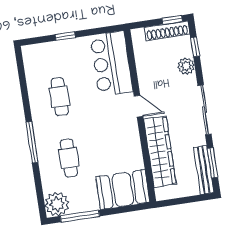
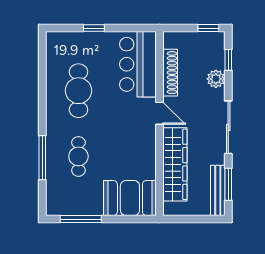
shoe rack: (167, 31) -> (170, 73), moved, turned -90
cafe table: (60, 97) -> (78, 91), width x1.37, depth x1.35
window: (32, 142) -> (42, 158), moved
plant: (57, 204) -> (59, 203), removed

